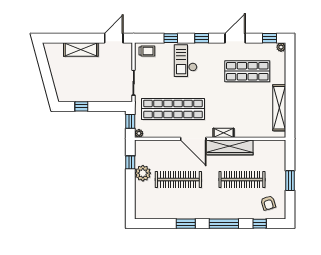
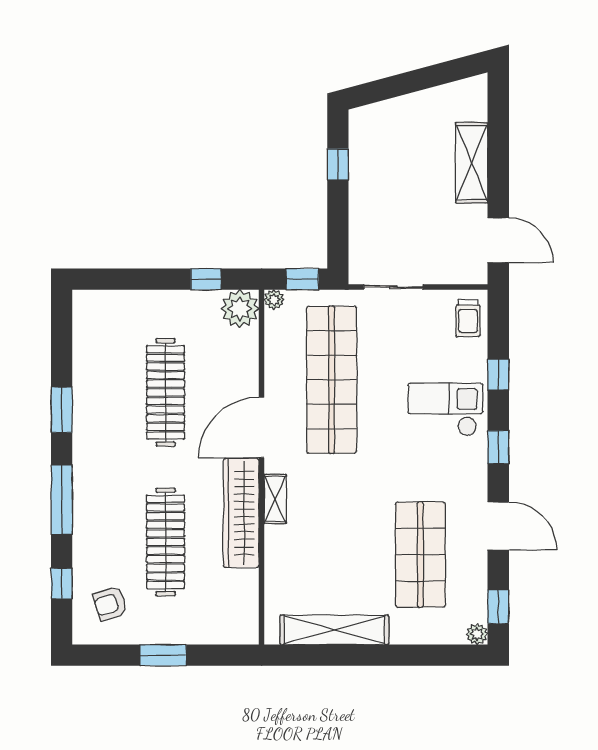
plant: (143, 173) -> (240, 309), moved

